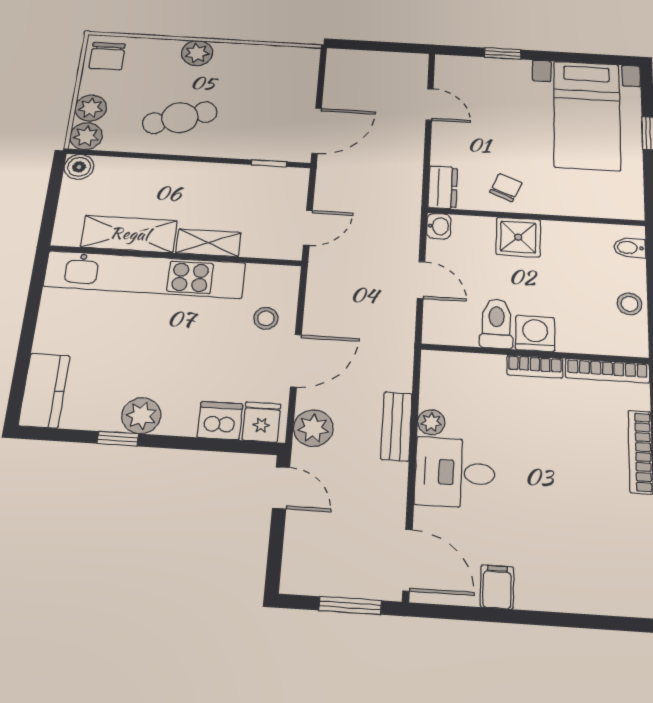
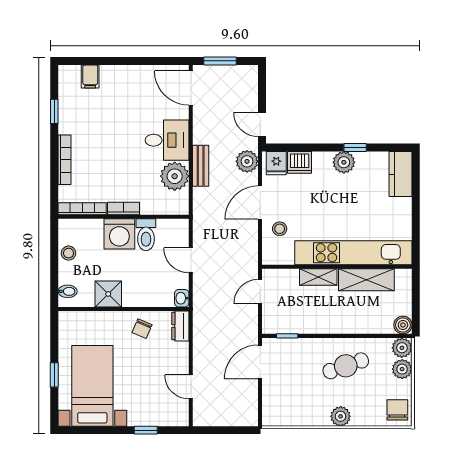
shower: (518, 237) -> (108, 294), moved
washing machine: (535, 333) -> (119, 234), width x1.37, depth x1.37
plant: (431, 422) -> (175, 176), width x1.87, depth x1.87
filing cabinet: (497, 587) -> (90, 76), moved

